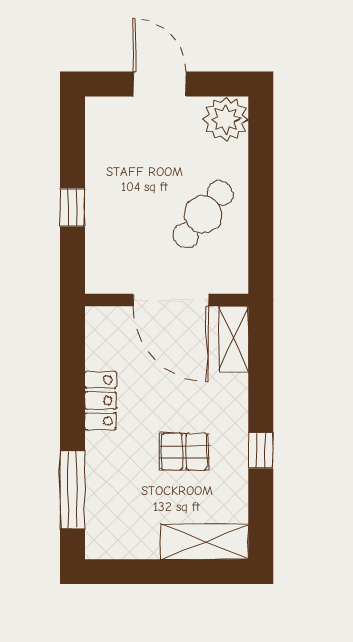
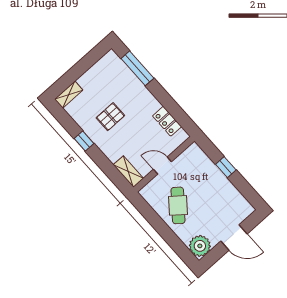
door: (171, 300) -> (162, 166), width x0.53
locker: (101, 401) -> (167, 121), moved
shelving: (205, 542) -> (69, 95), width x0.67, depth x0.75

